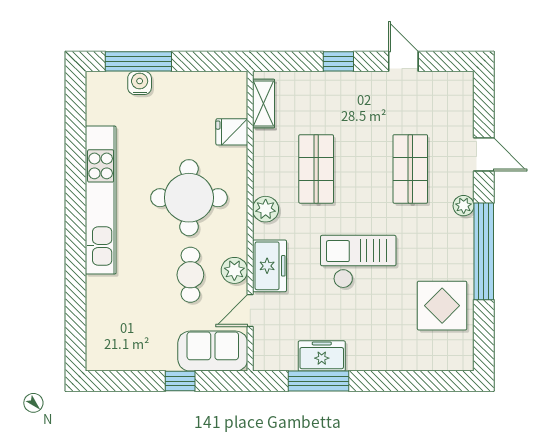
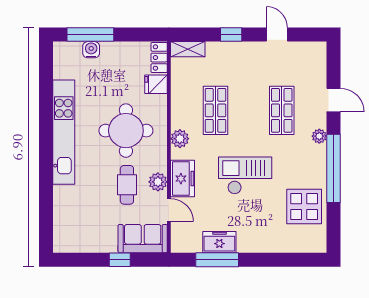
locker: (236, 94) -> (159, 58), added
shelving: (263, 103) -> (188, 49), moved, turned 90
door: (250, 310) -> (169, 210), swing flipped

